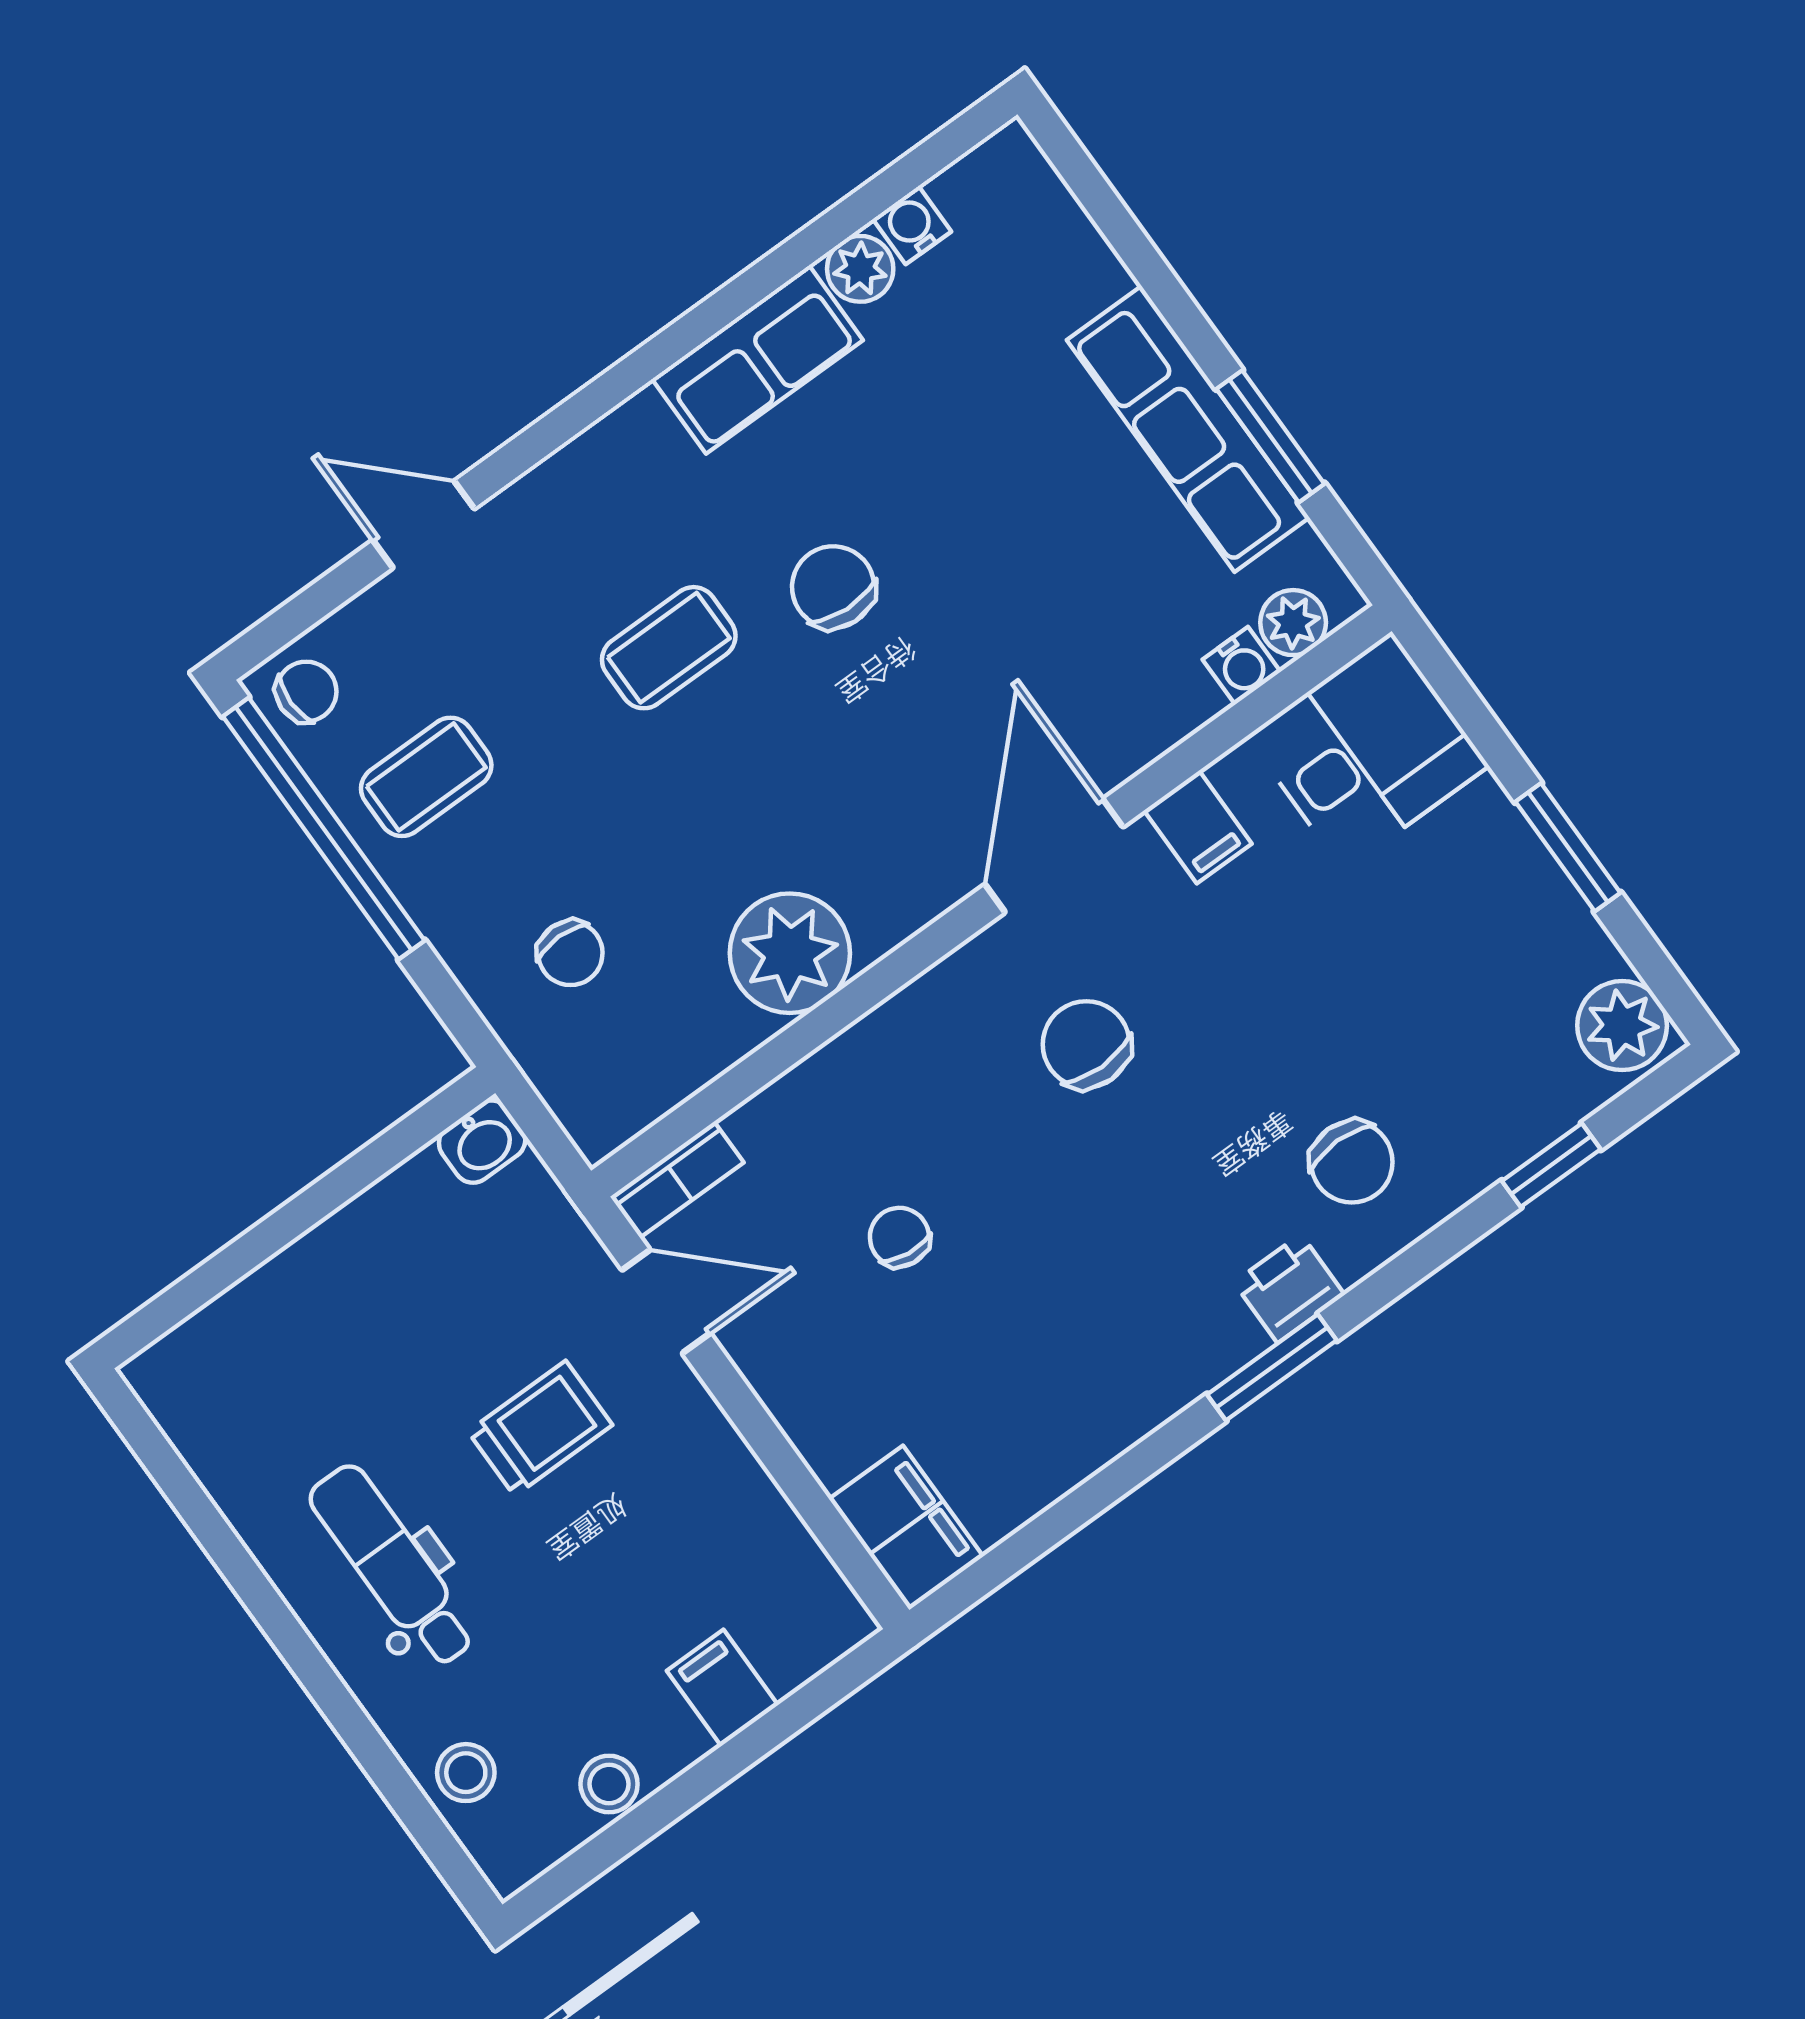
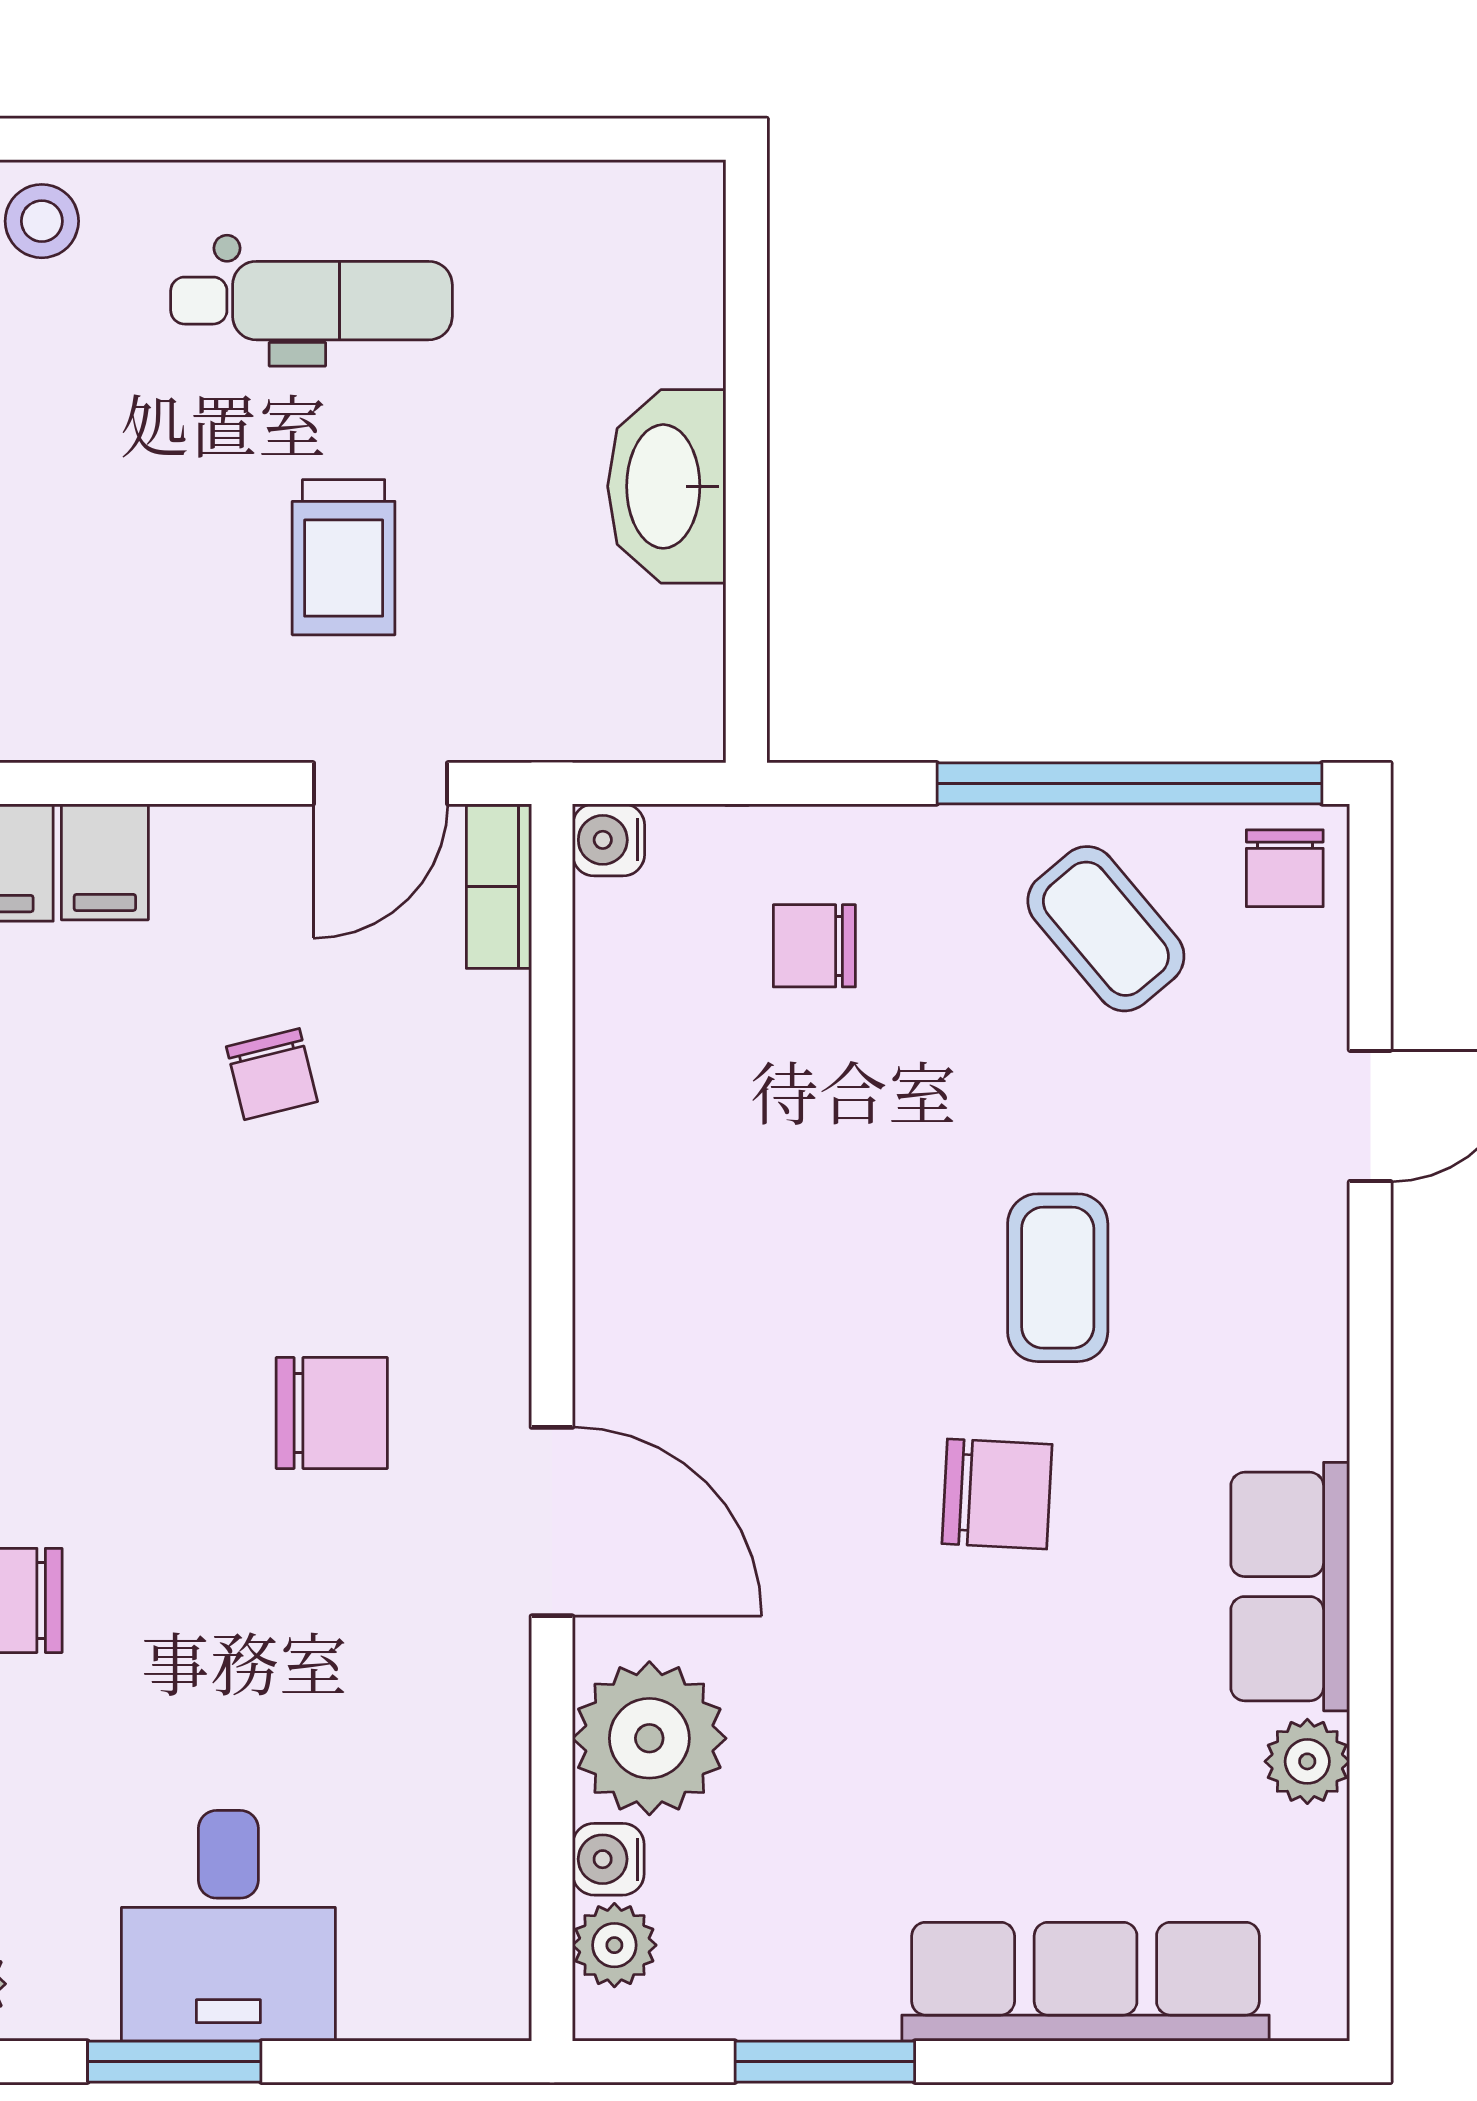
water cooler: (912, 225) -> (609, 840), moved, turned 180
row of seats: (1188, 429) -> (1086, 1982), moved
desk: (1368, 751) -> (228, 1926), moved
coffee table: (426, 777) -> (1106, 929), turned -40
filing cabinet: (1198, 827) -> (105, 862), moved, turned -90
plant: (790, 953) -> (649, 1738), moved
washbasin: (482, 1142) -> (667, 486), moved, width x1.91, depth x1.45
chair: (899, 1237) -> (272, 1074), turned 69

